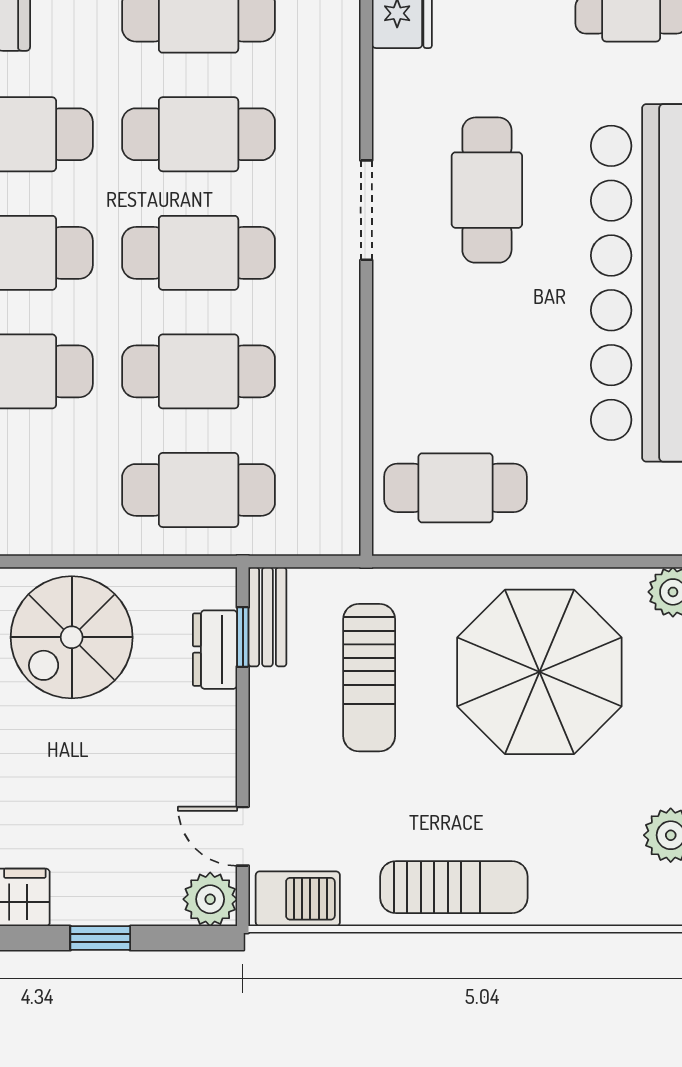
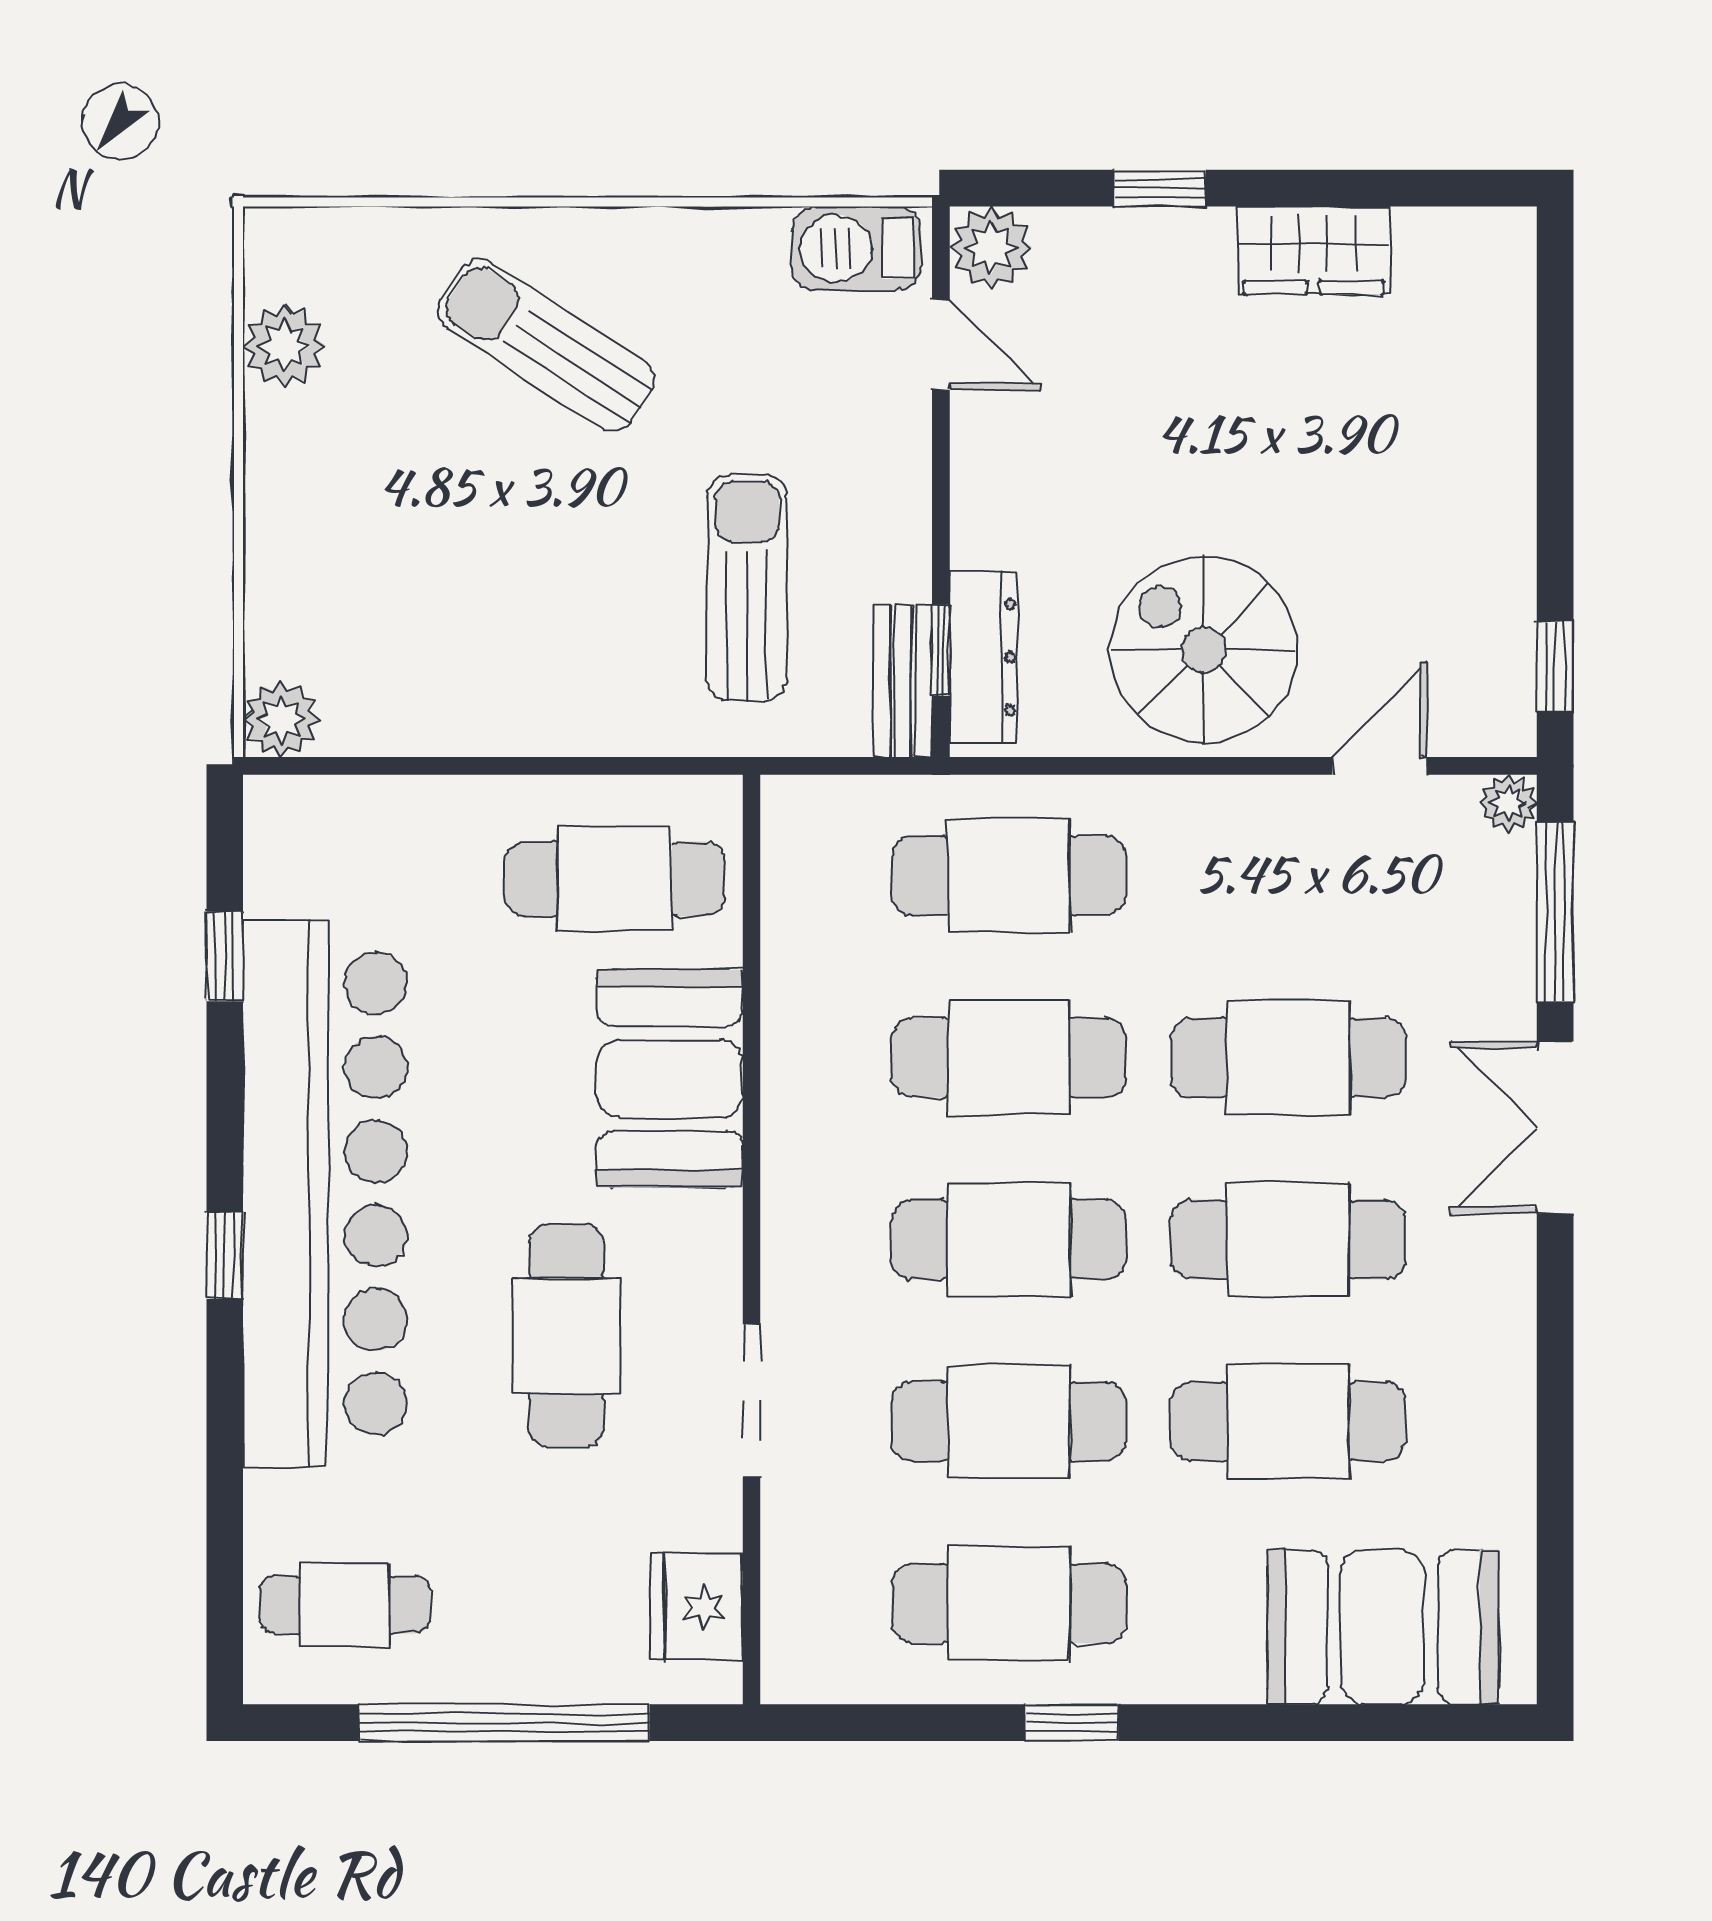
doorway: (366, 210) -> (751, 1401), moved
booth: (419, 358) -> (670, 1079), added
spiral stairs: (72, 637) -> (1204, 650), turned -90
dresser: (215, 650) -> (984, 657), width x1.44
parasol: (539, 672) -> (486, 597), removed
sun lounger: (454, 887) -> (546, 345), moved, turned 33

